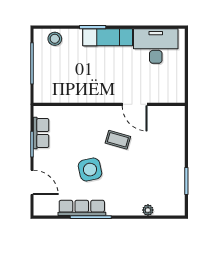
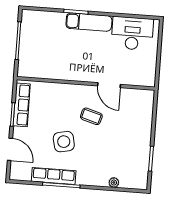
stool: (55, 39) -> (41, 20), removed
row of seats: (41, 133) -> (22, 105), width x1.48

